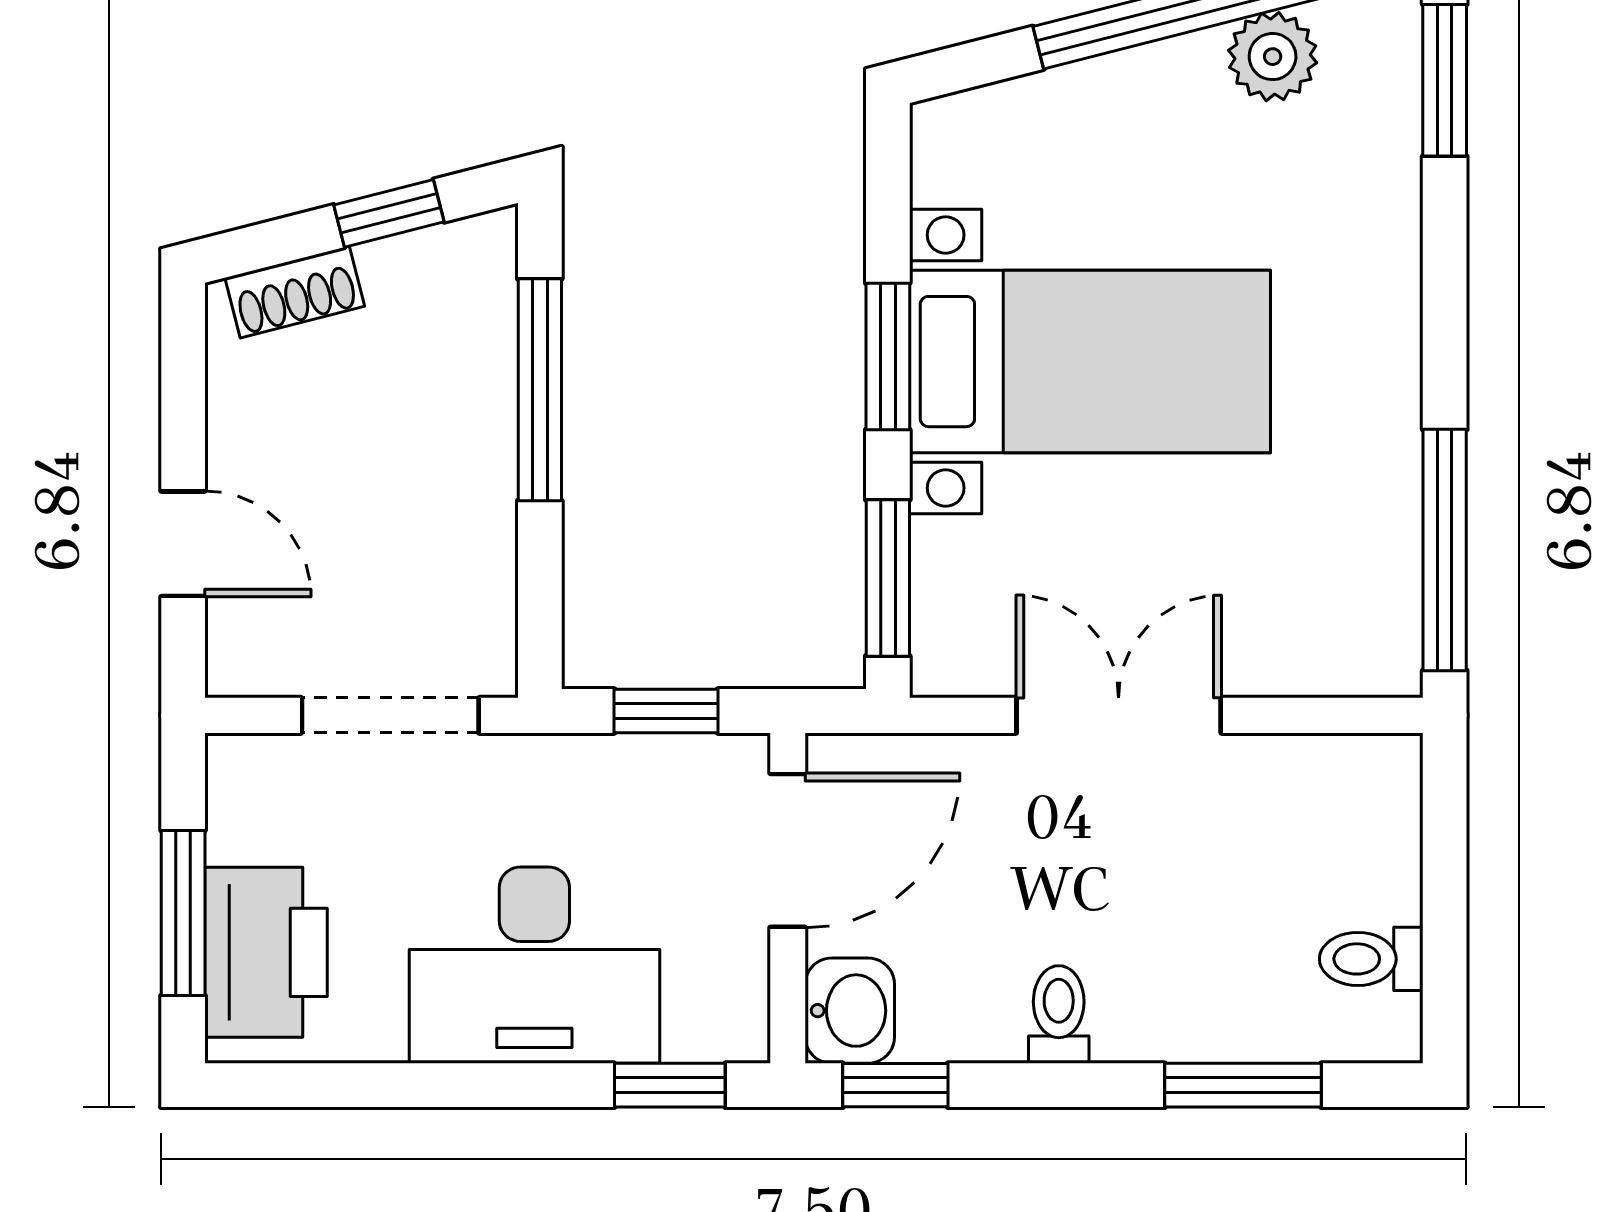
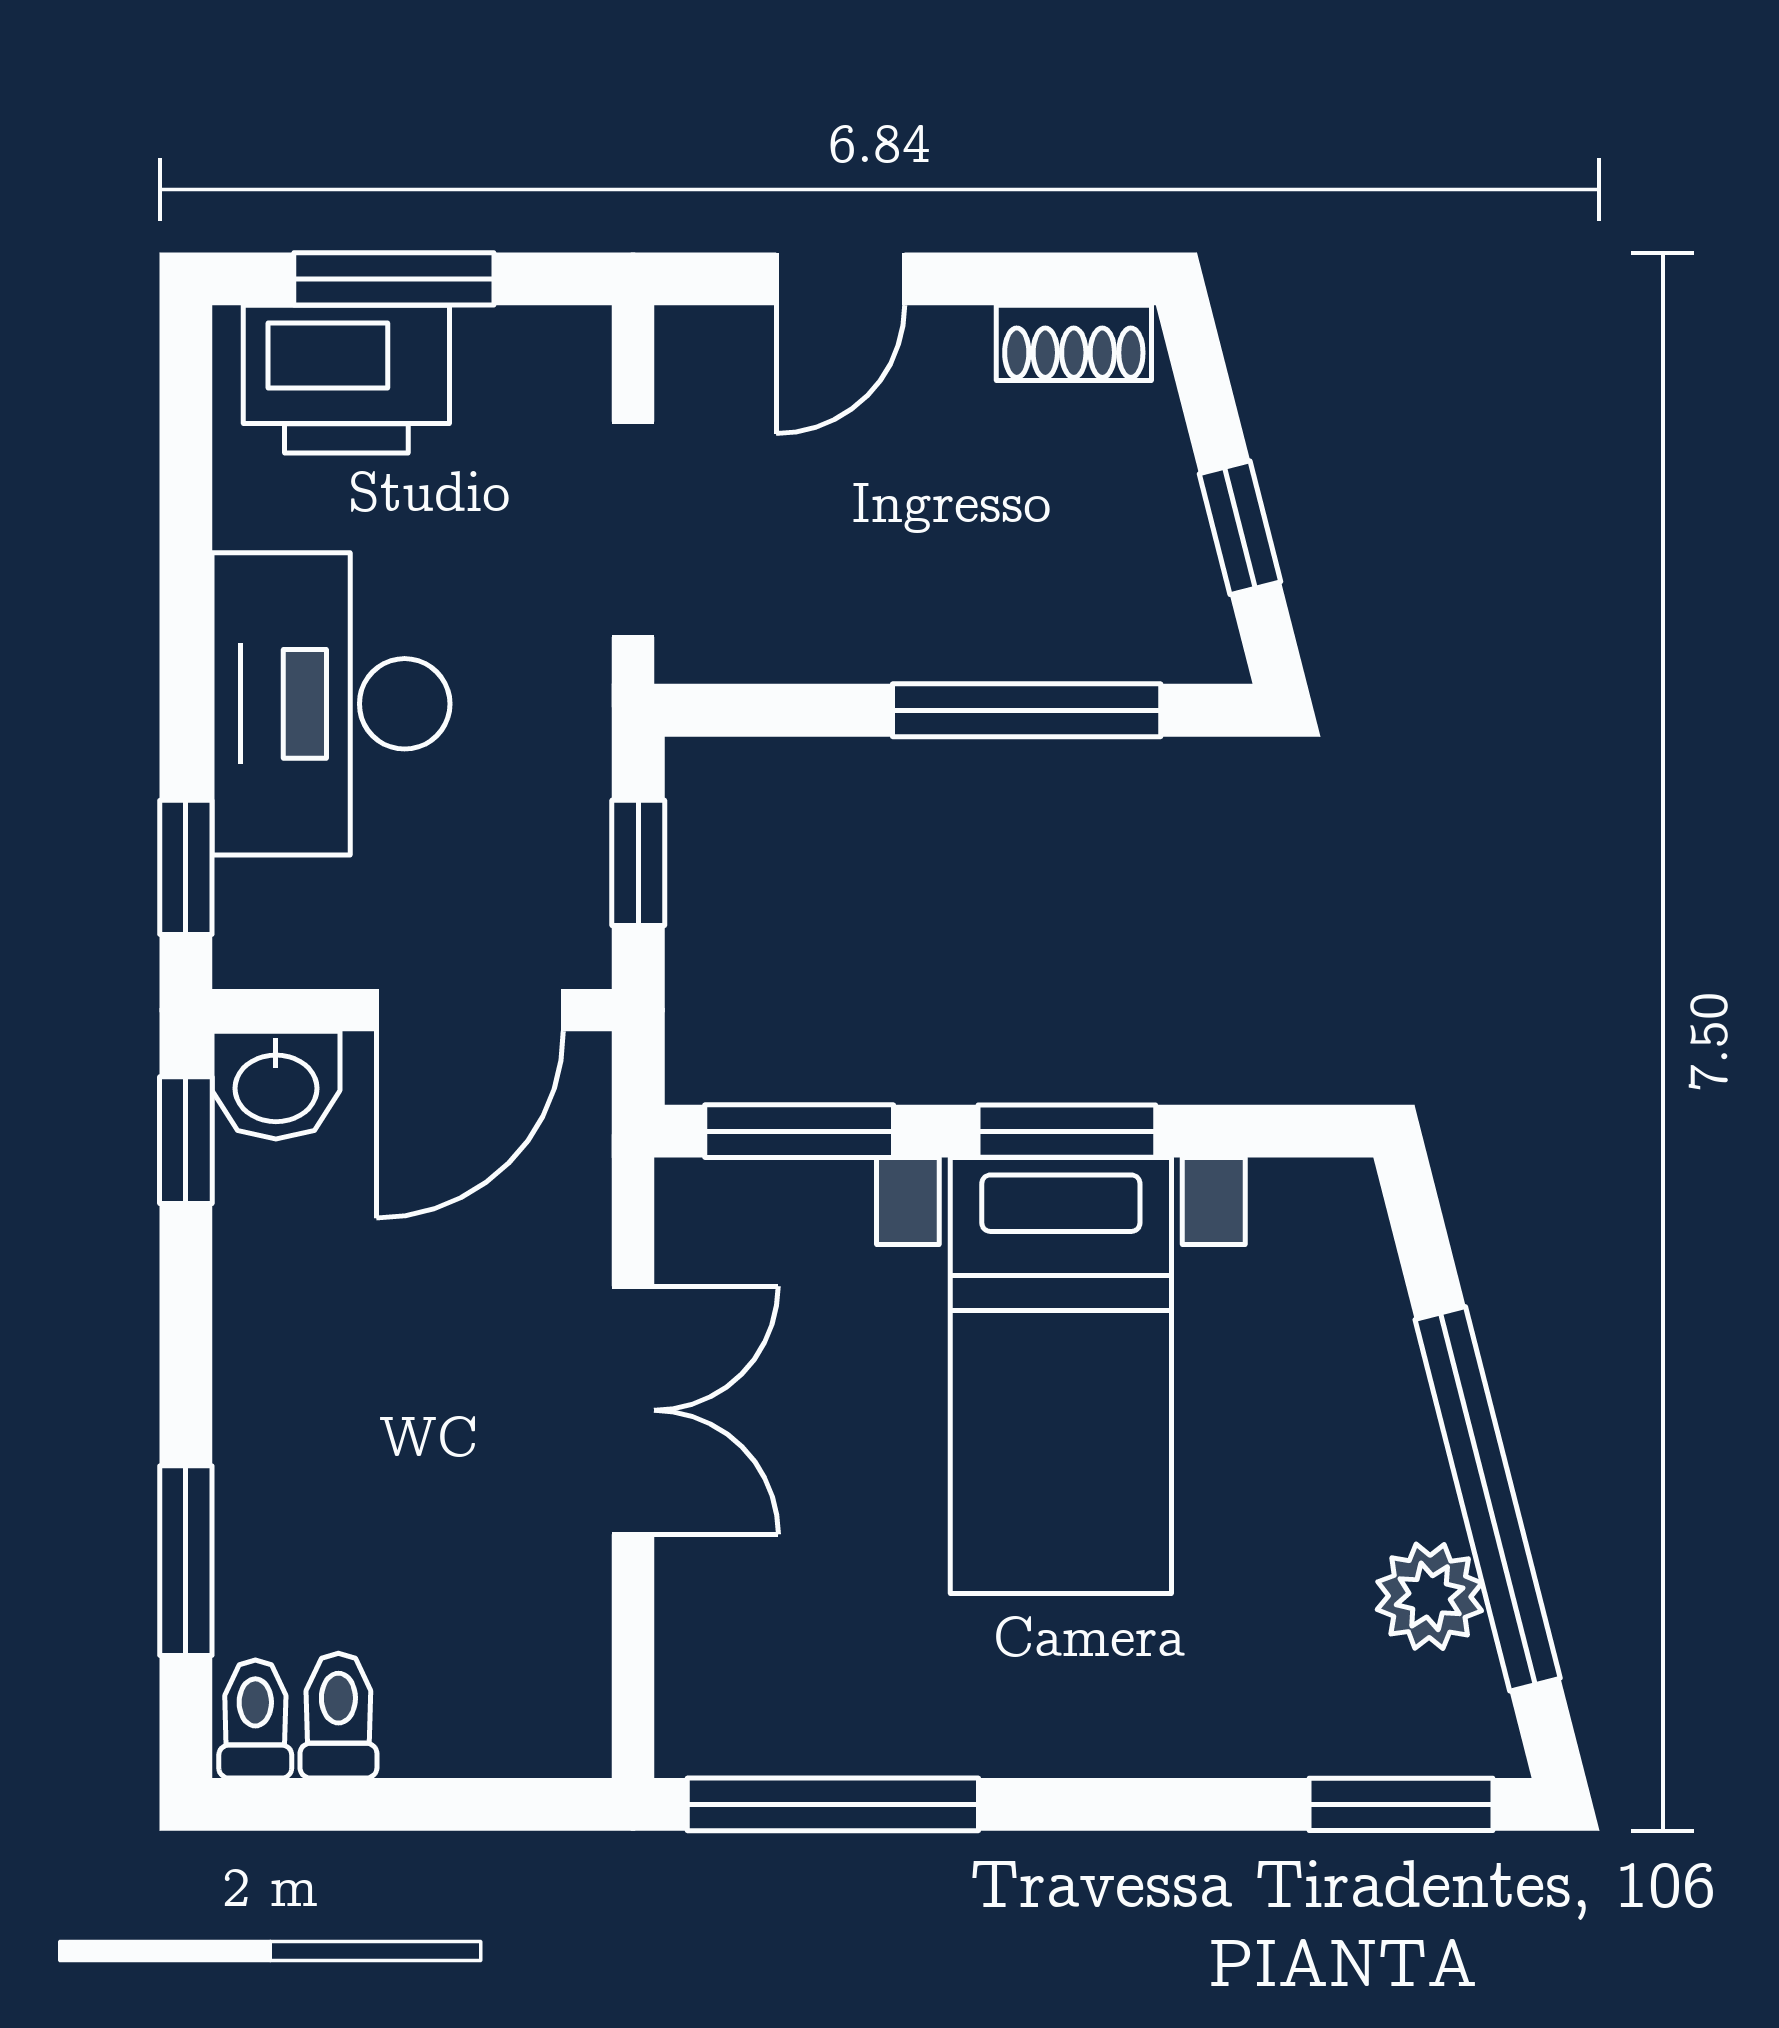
shoe rack: (295, 292) -> (1074, 343), moved, turned -76
door: (788, 850) -> (470, 1010), hinge flipped
toilet: (1059, 1014) -> (255, 1719), moved, turned -90

